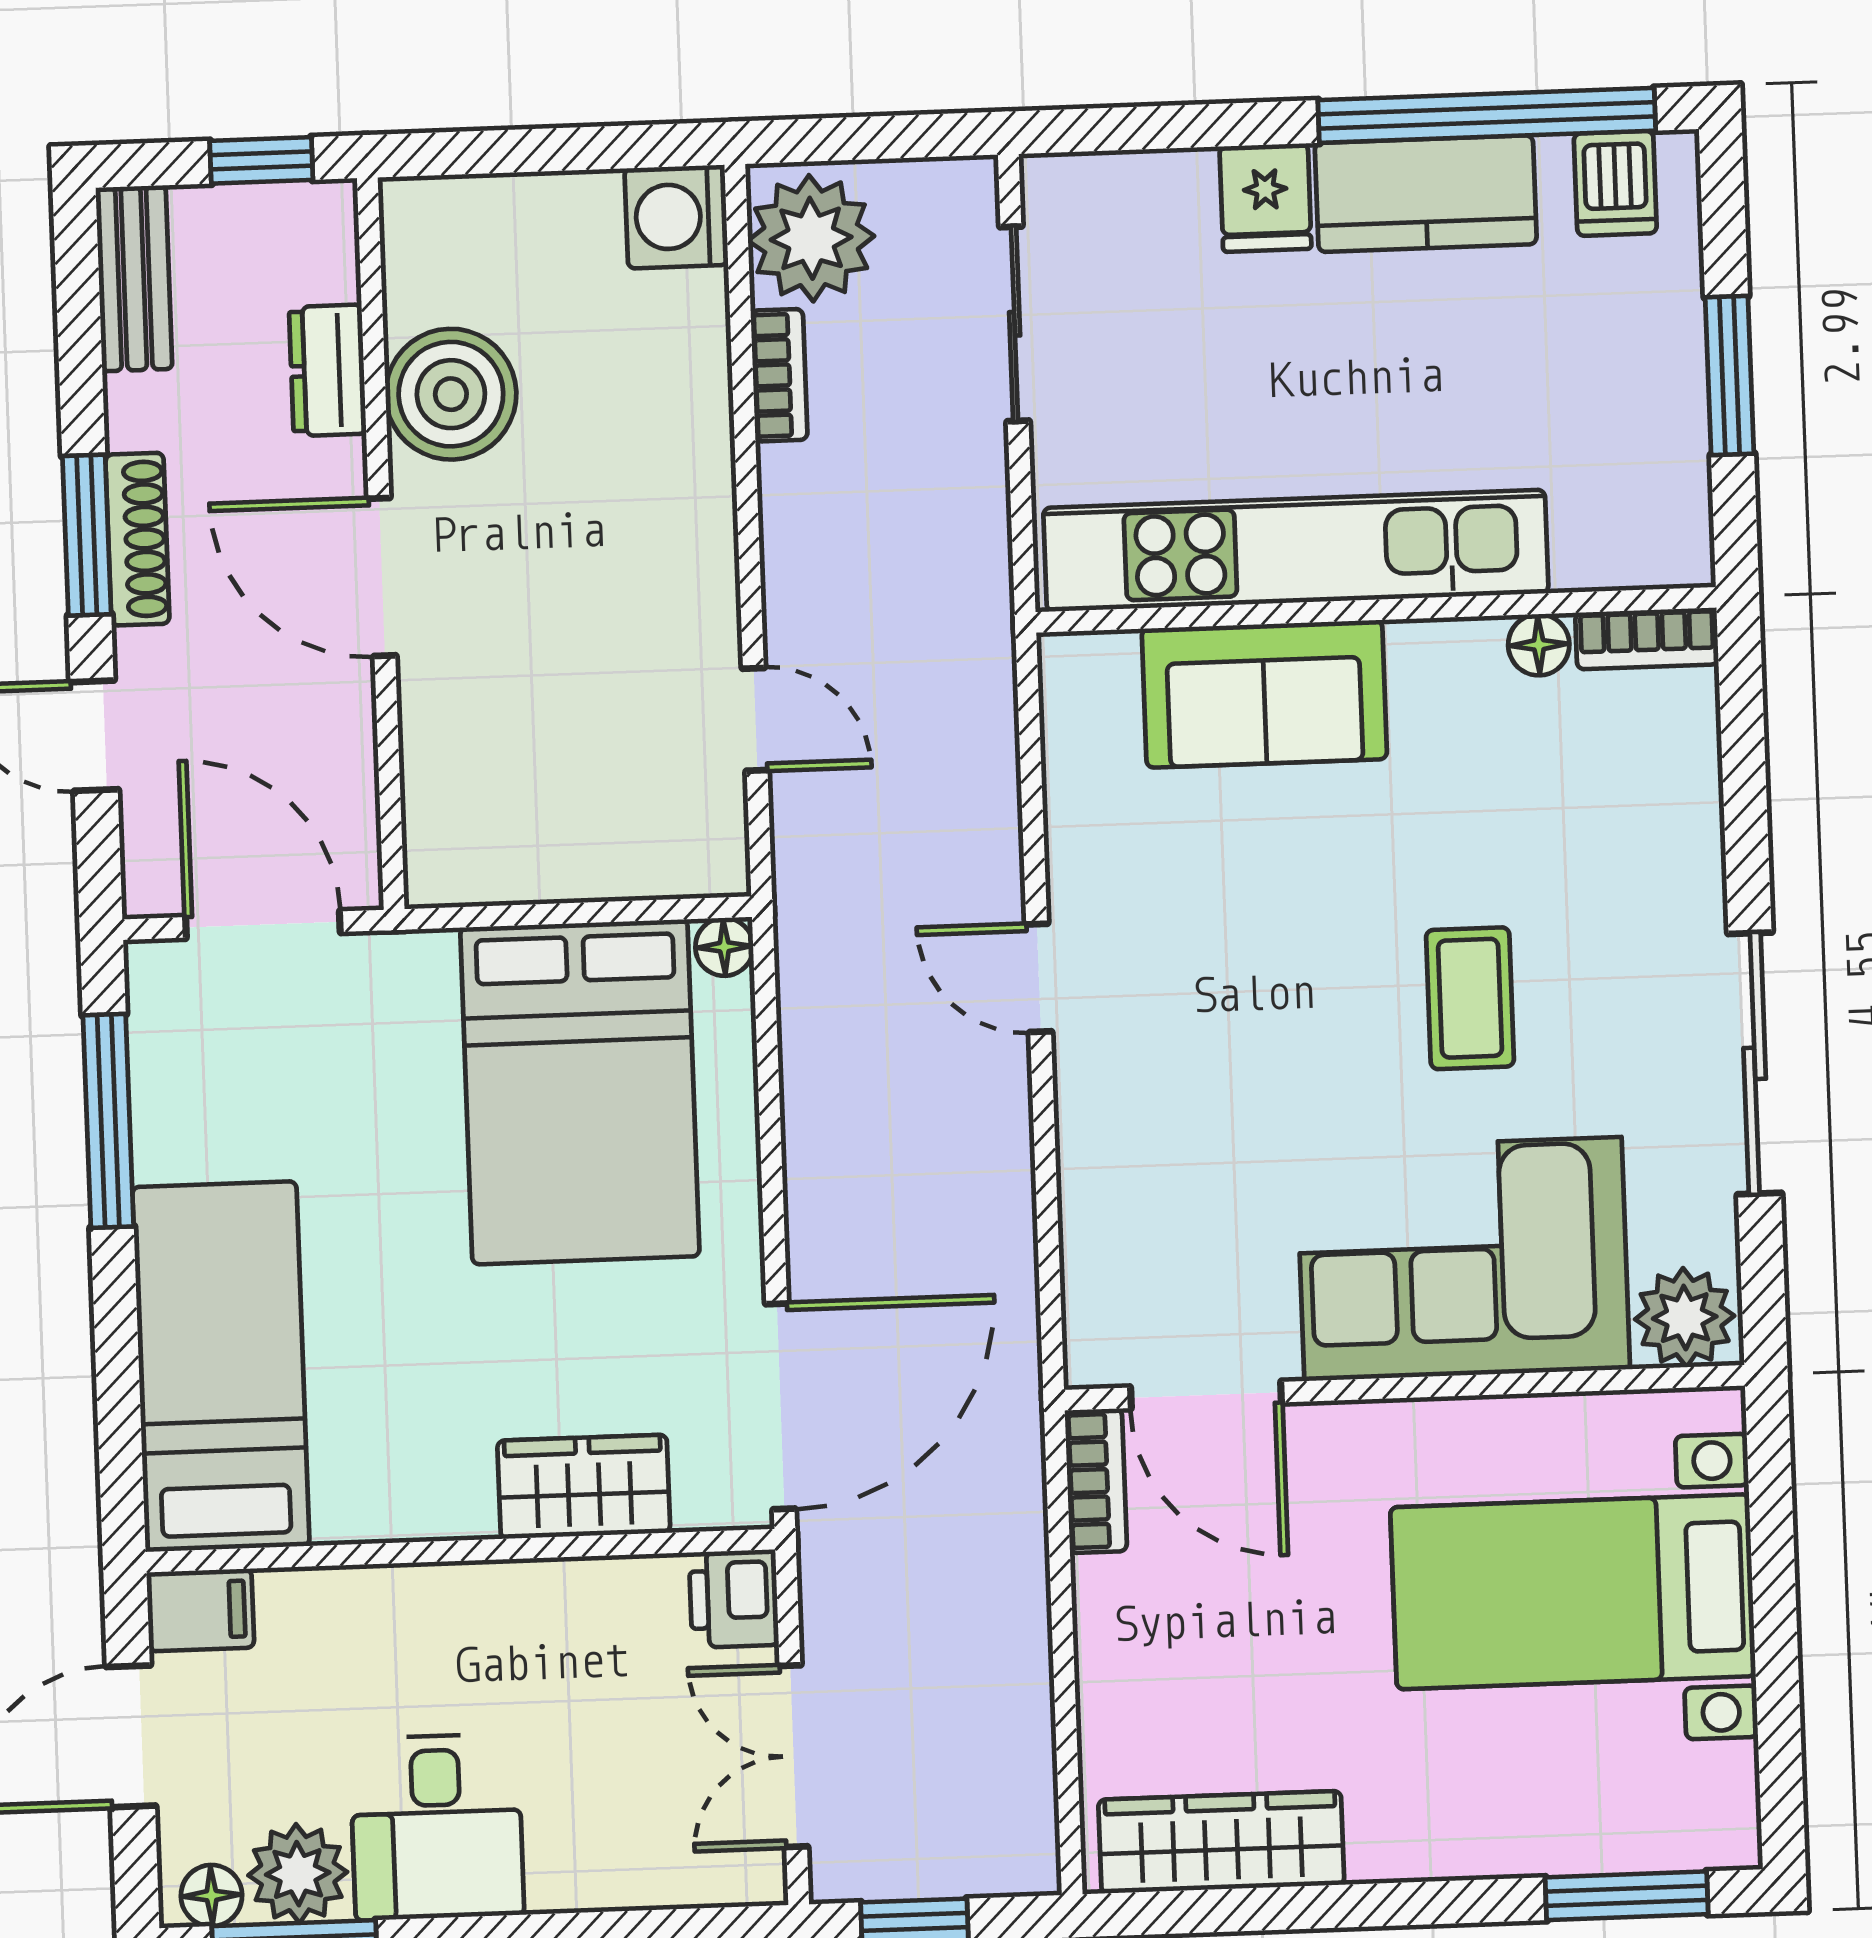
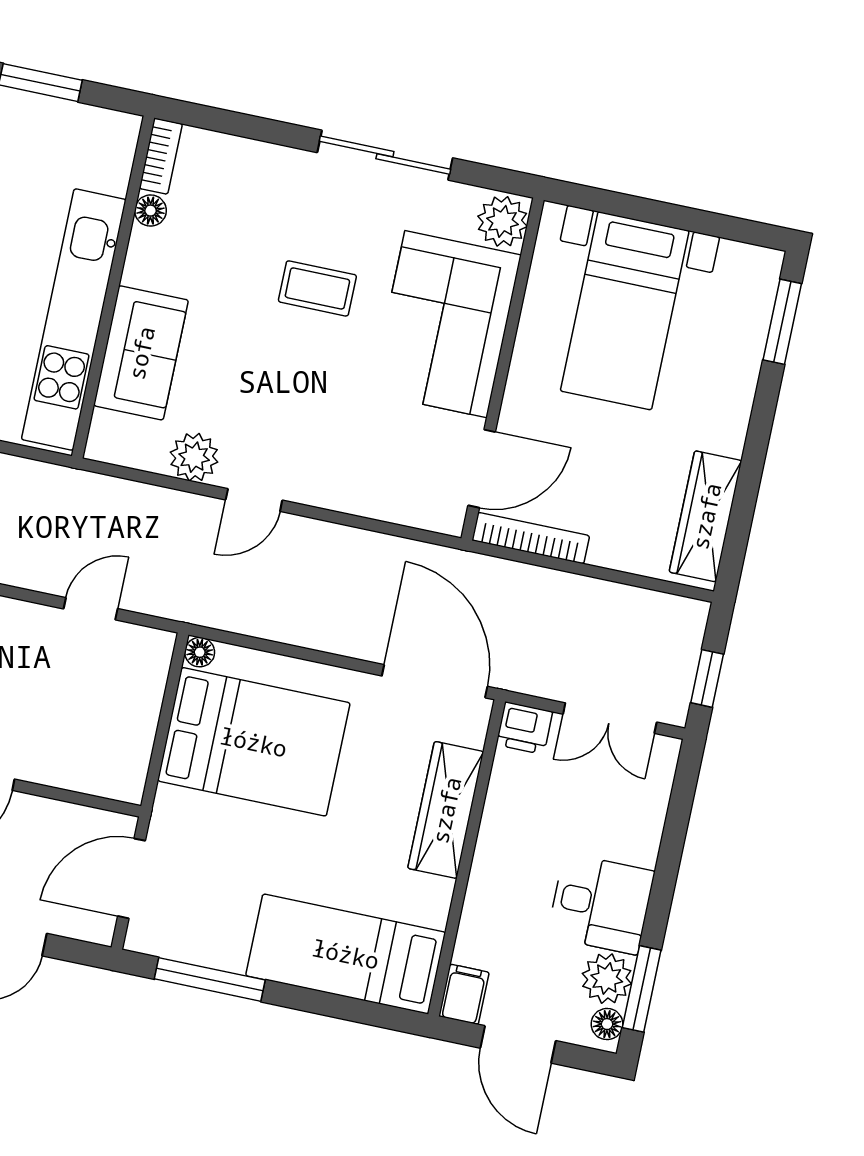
plant: (1092, 844) -> (194, 457), added
bookcase: (1096, 1481) -> (531, 538), width x1.56
wardrobe: (584, 1487) -> (446, 810), width x1.50

